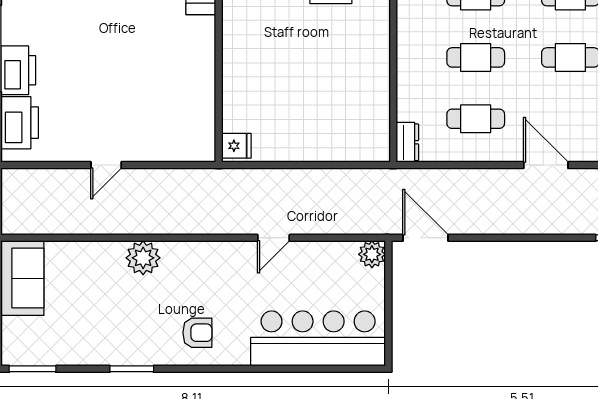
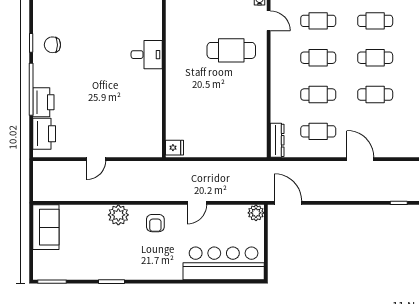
dresser: (407, 142) -> (277, 140), width x1.44
armchair: (197, 333) -> (155, 223), moved, turned 90

